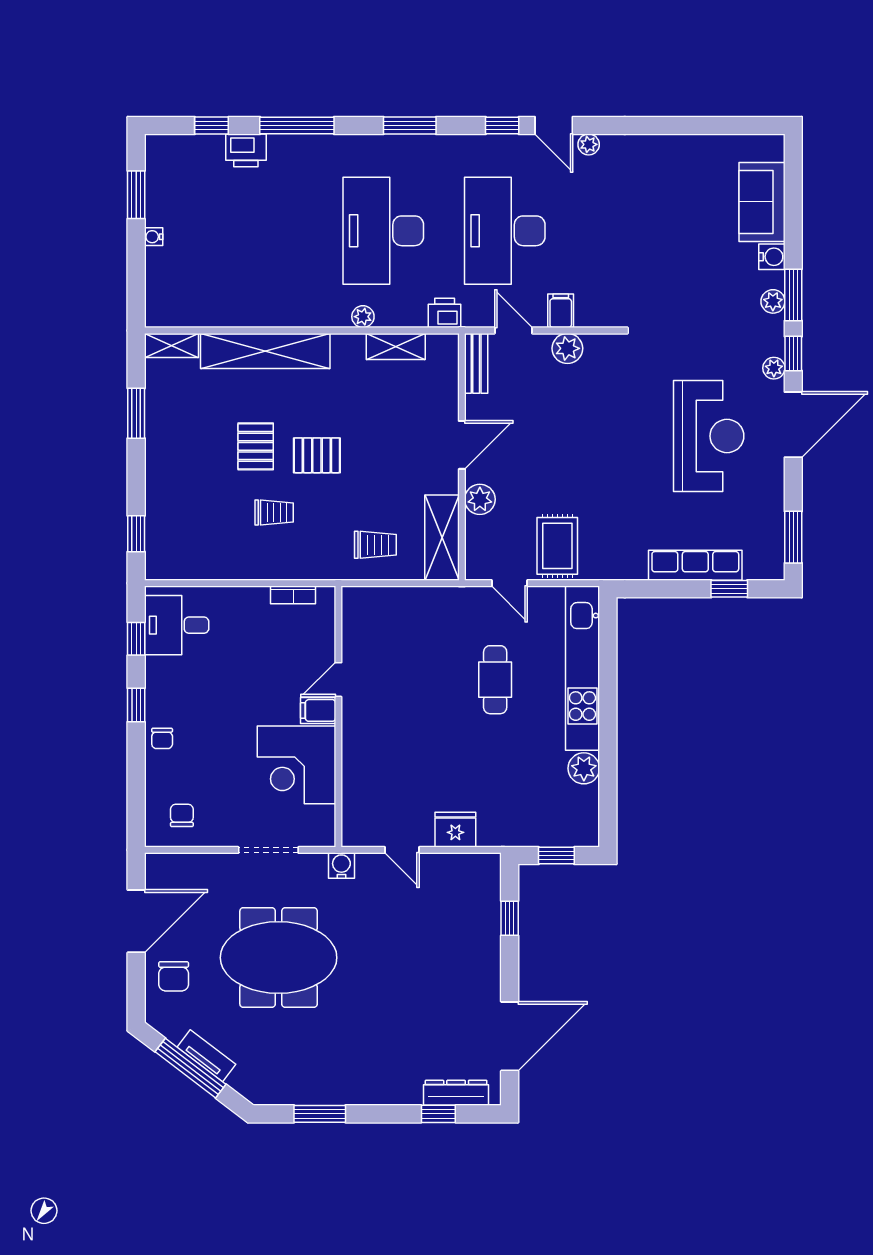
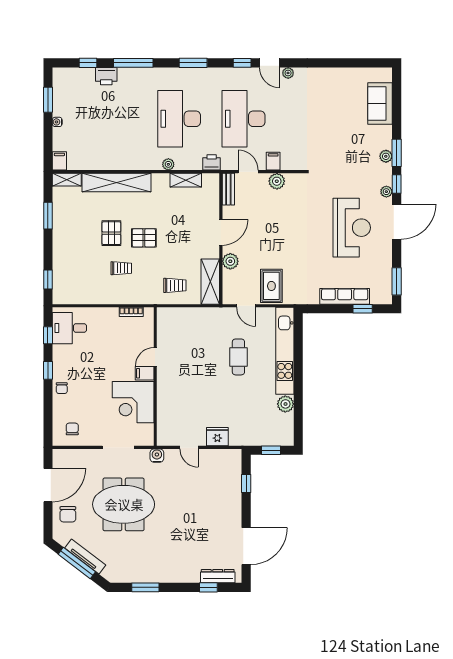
water cooler: (772, 257) -> (385, 133), removed
filing cabinet: (158, 310) -> (59, 161), added
tv unit: (206, 1056) -> (85, 556), width x1.41

